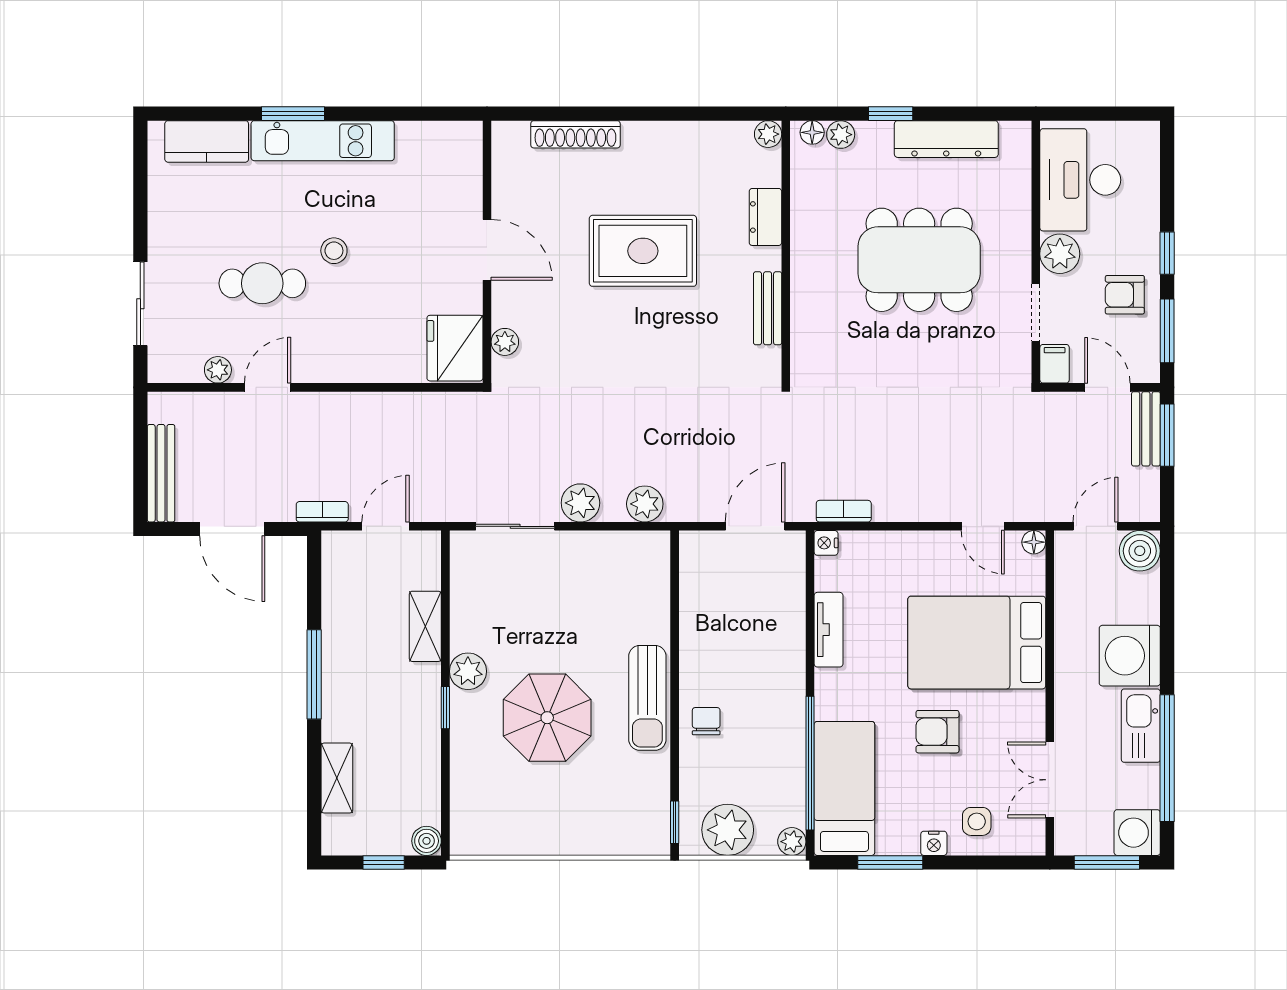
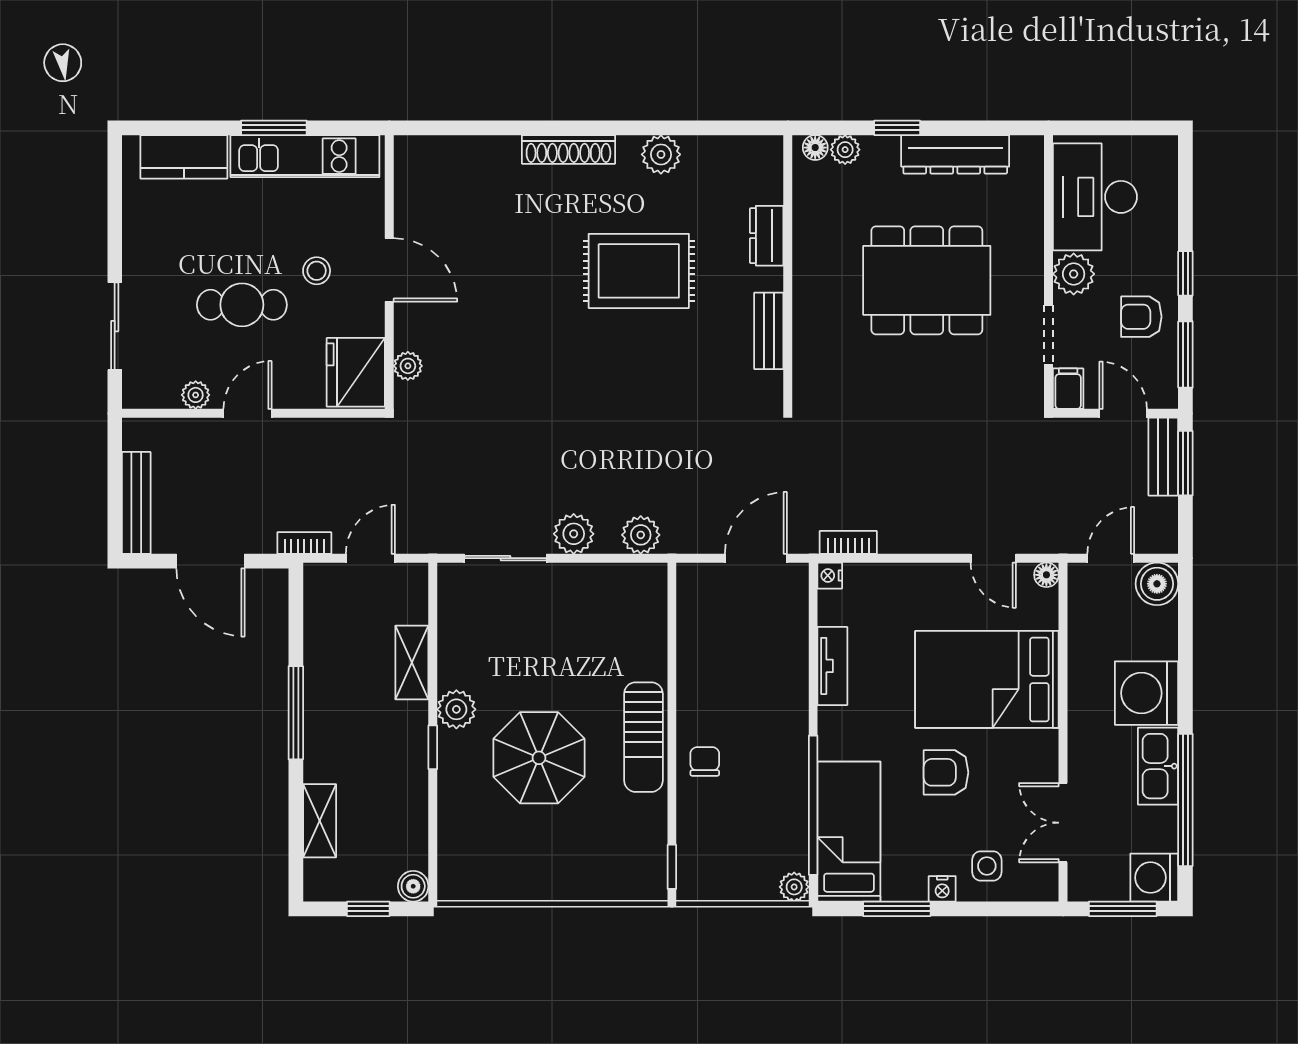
plant: (768, 134) -> (661, 154), moved, width x1.38, depth x1.38
door: (487, 250) -> (389, 270), moved
wall: (487, 252) -> (389, 272), moved
plant: (505, 342) -> (408, 366), moved
fridge: (455, 348) -> (356, 372), moved
plant: (728, 830) -> (727, 875), removed

